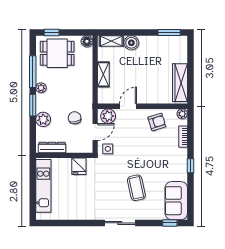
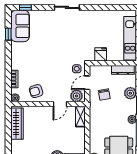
shelving: (103, 74) -> (80, 117), moved
window: (190, 166) -> (8, 34), moved
coffee table: (136, 188) -> (53, 37), removed

